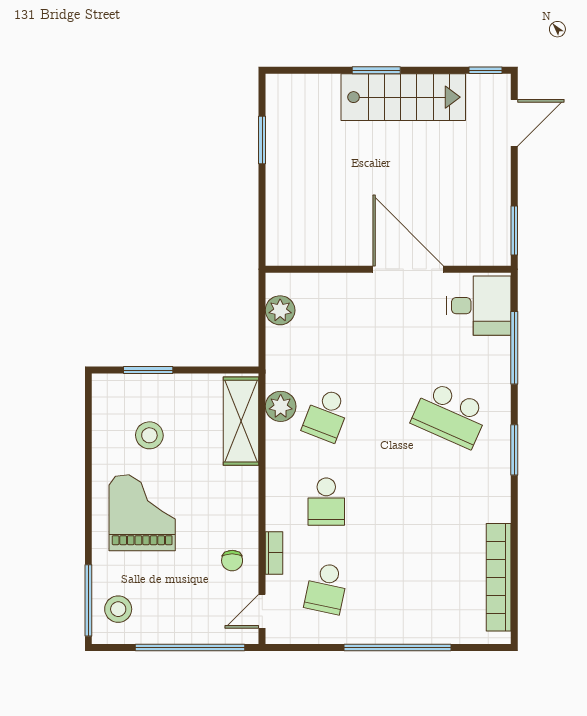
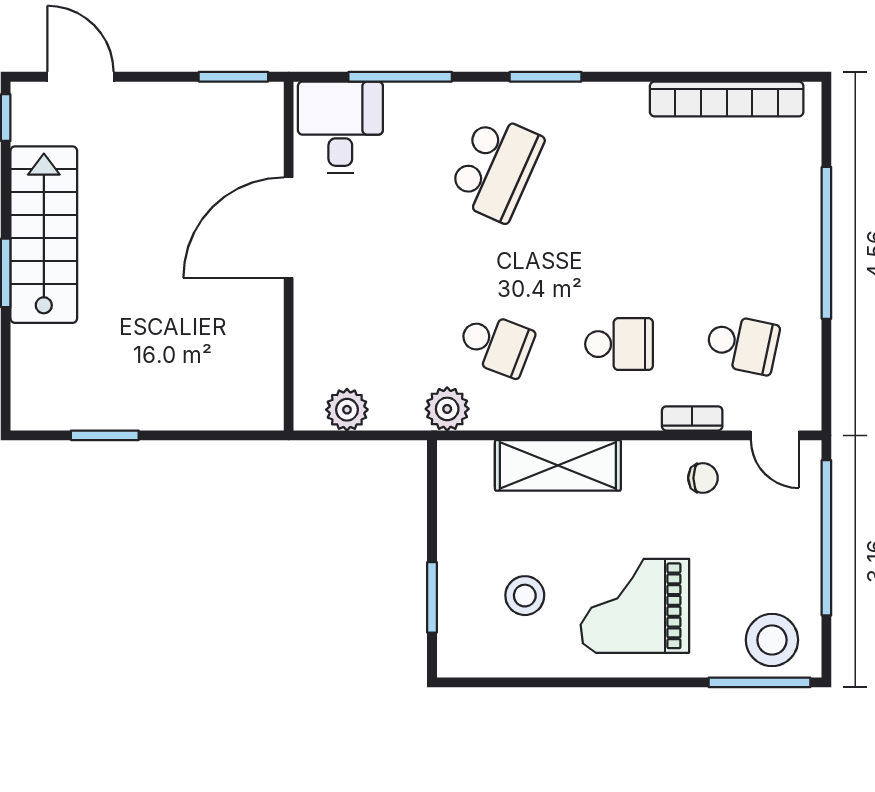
plant: (281, 406) -> (447, 409), moved
shelving: (241, 421) -> (558, 465), moved
stool: (118, 609) -> (772, 640), width x1.38, depth x1.38

